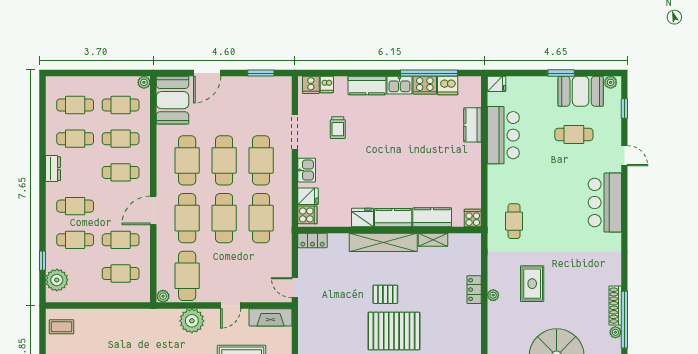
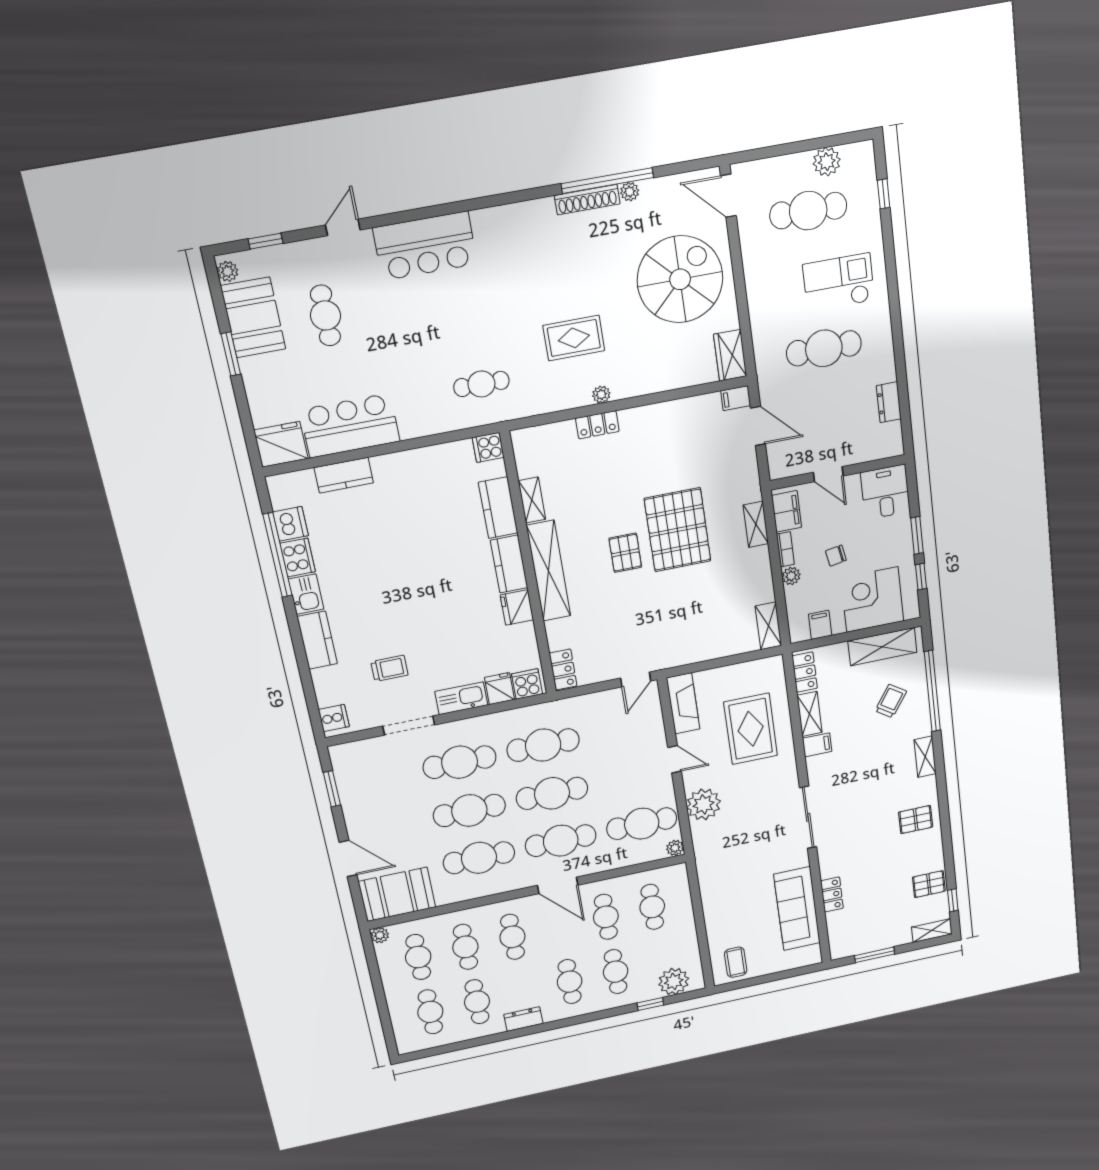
dishwasher: (327, 84) -> (328, 696), removed
fridge: (497, 84) -> (281, 444), width x1.88, depth x1.34
kitchen sink: (307, 170) -> (461, 698), width x1.38

